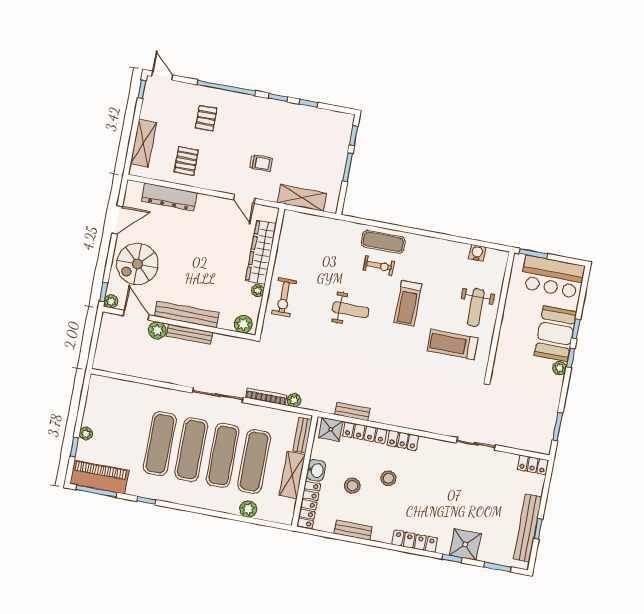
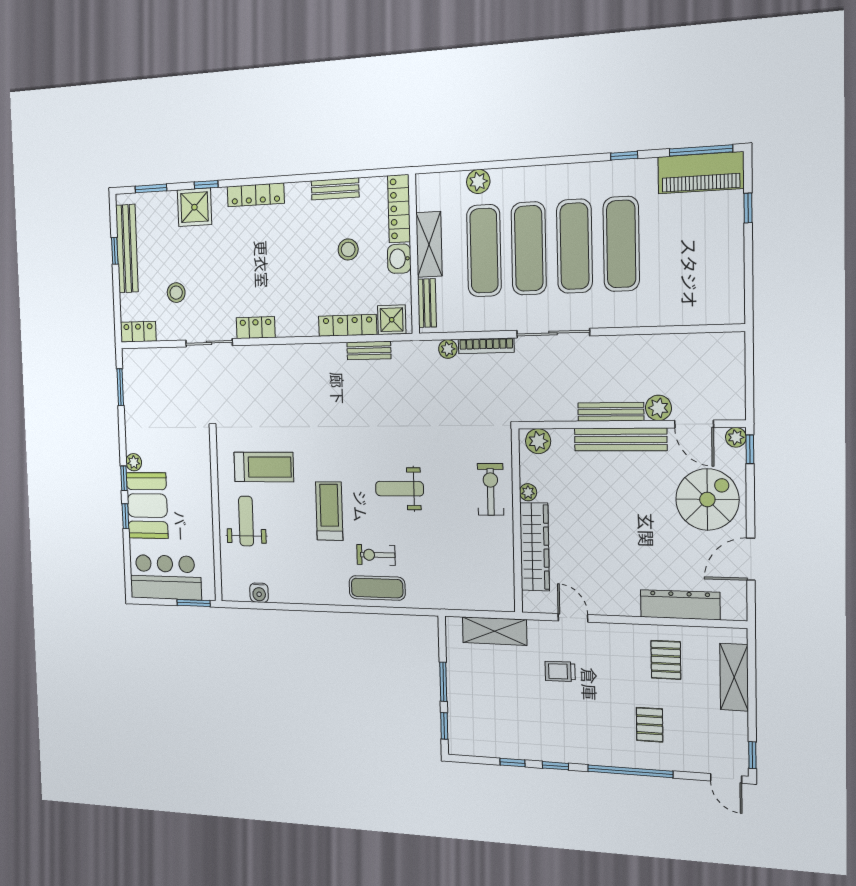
plant: (86, 433) -> (734, 233), removed
locker: (403, 440) -> (256, 328), moved
stool: (388, 478) -> (176, 293), moved

